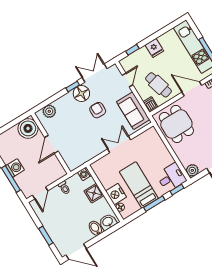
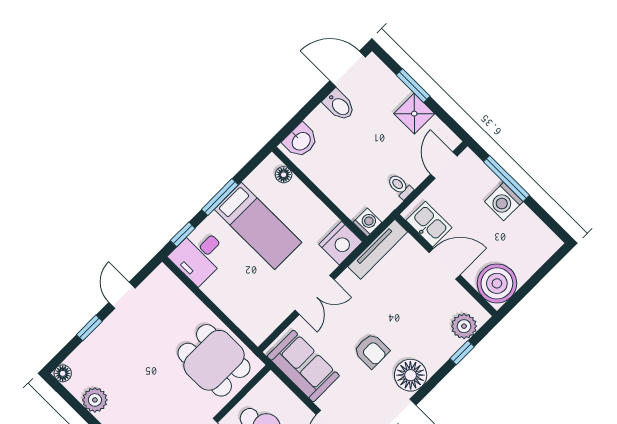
window: (73, 87) -> (462, 353), moved
dishwasher: (151, 104) -> (273, 386), removed
door: (51, 144) -> (445, 264), hinge flipped
tv unit: (83, 159) -> (378, 249), added
kitchen sink: (54, 166) -> (429, 224), added
plant: (192, 170) -> (162, 279), removed
shower: (94, 193) -> (414, 114), moved
nightstand: (116, 194) -> (341, 243), moved, turned 90
bidet: (95, 228) -> (339, 105), moved

